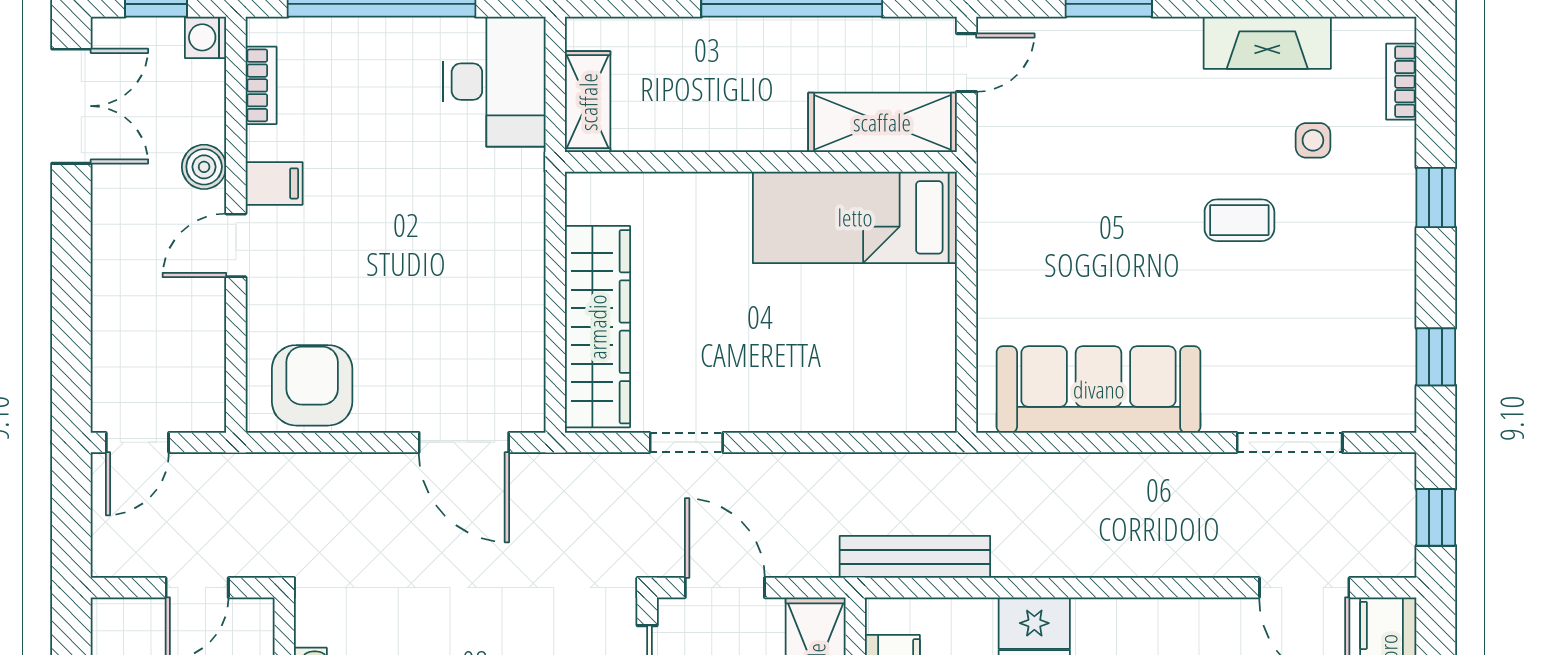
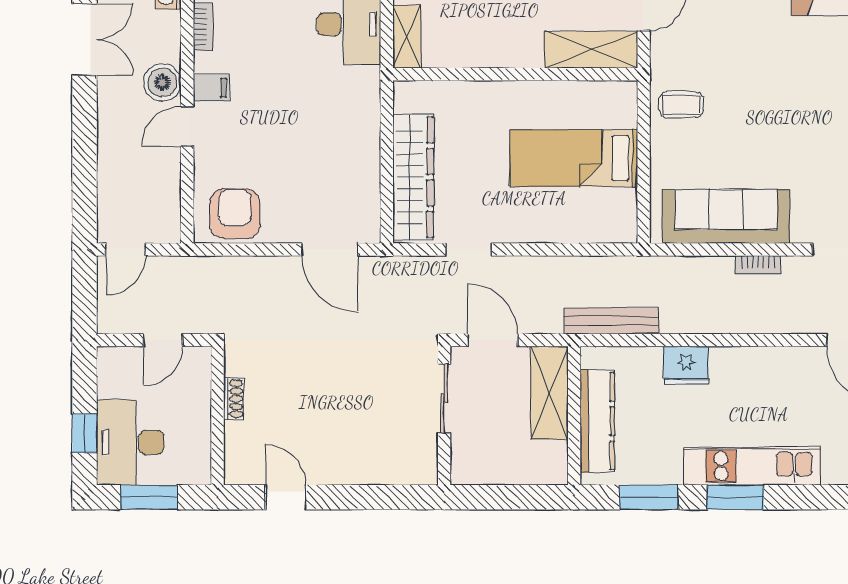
boiler: (204, 167) -> (162, 82), width x1.36, depth x1.36
bed: (855, 217) -> (574, 158), moved
coffee table: (1239, 220) -> (681, 105), moved
bookcase: (1149, 467) -> (758, 265), added

